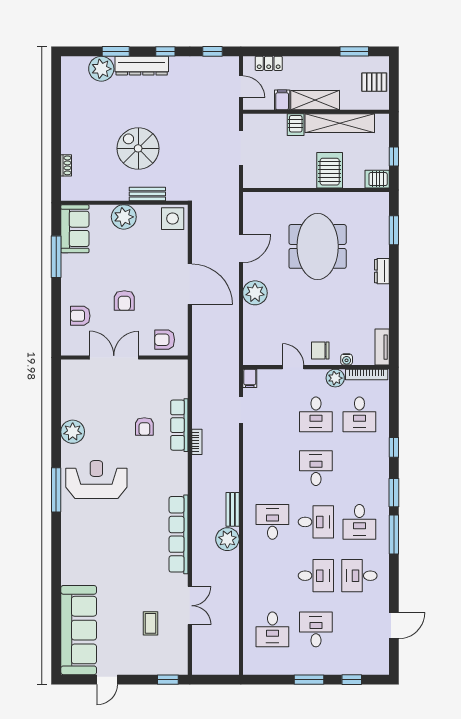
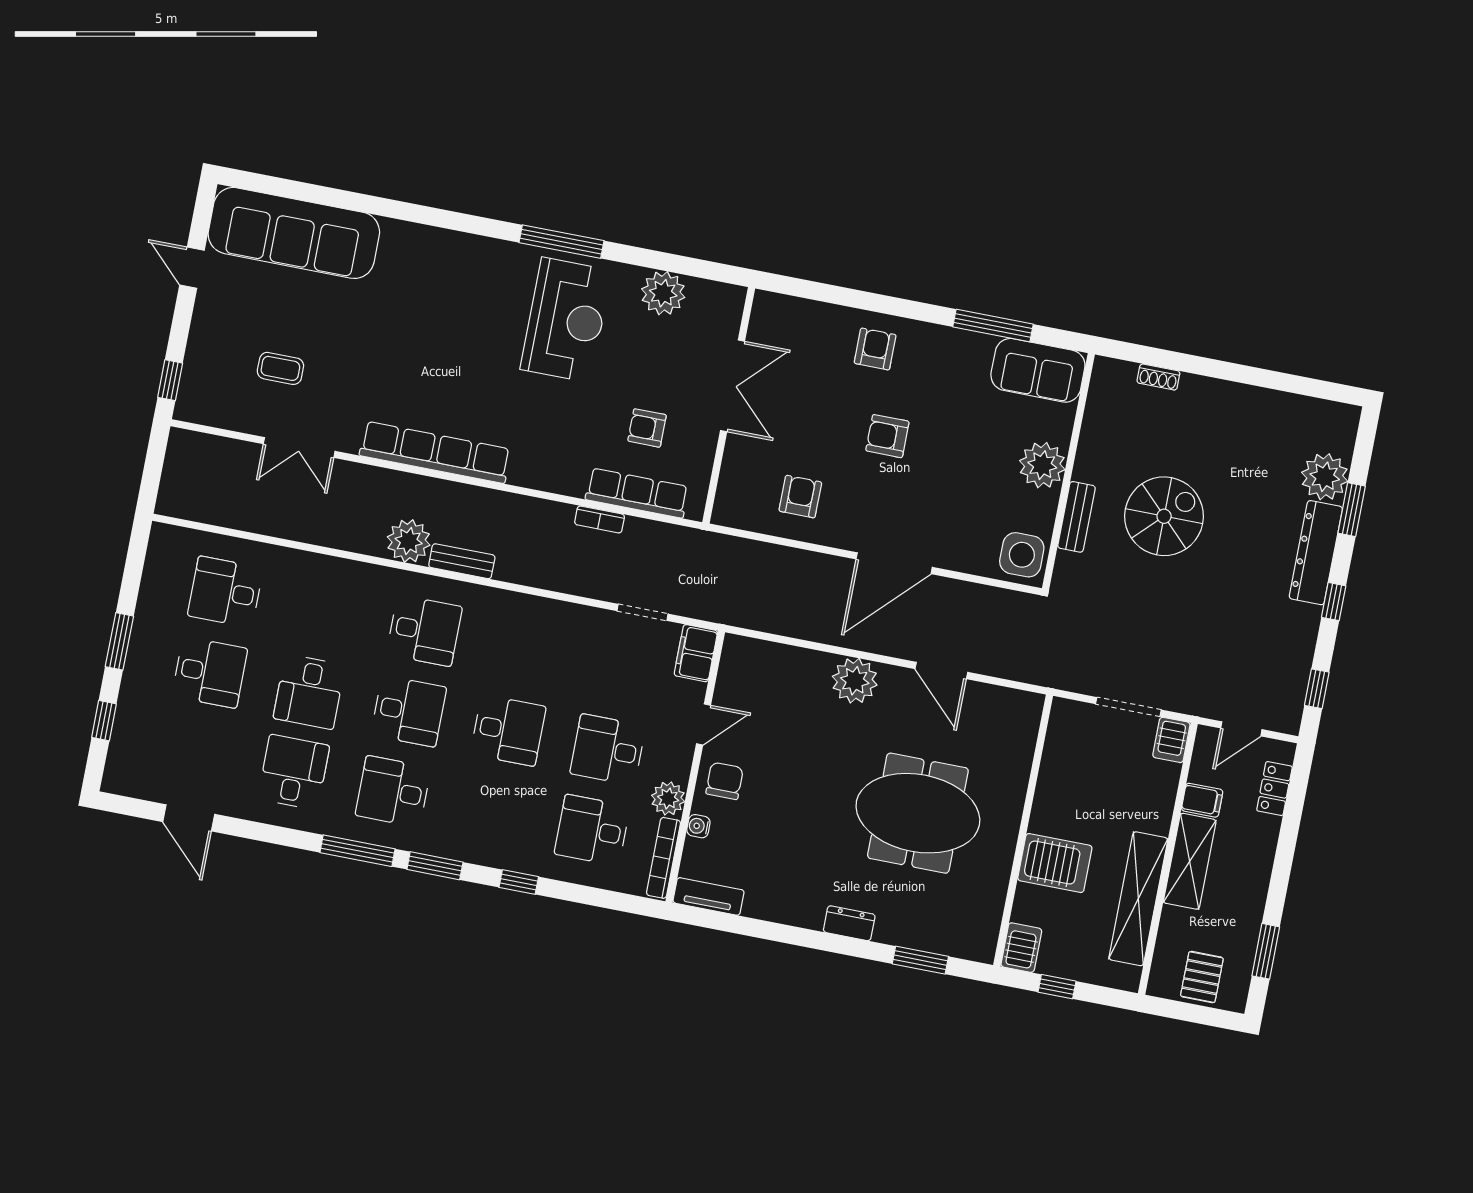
server rack: (296, 125) -> (1171, 740), moved, turned -90
double door: (114, 358) -> (732, 386), moved
wall: (124, 358) -> (729, 405), moved
filing cabinet: (250, 378) -> (696, 653), width x2.00
desk: (316, 522) -> (409, 711), turned -90

